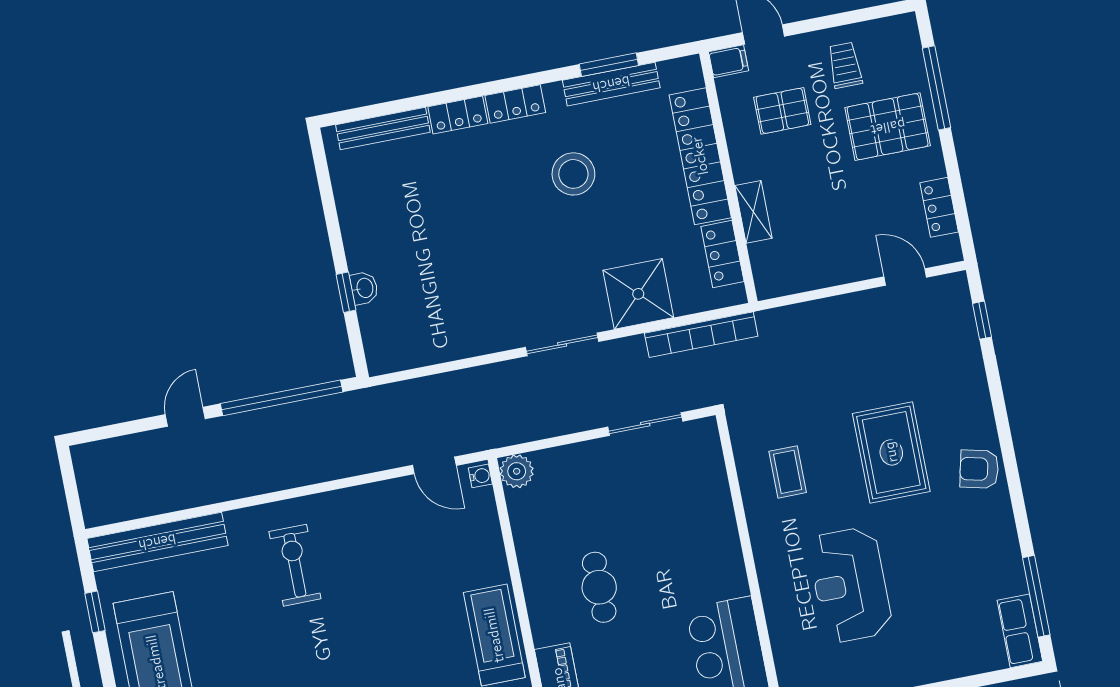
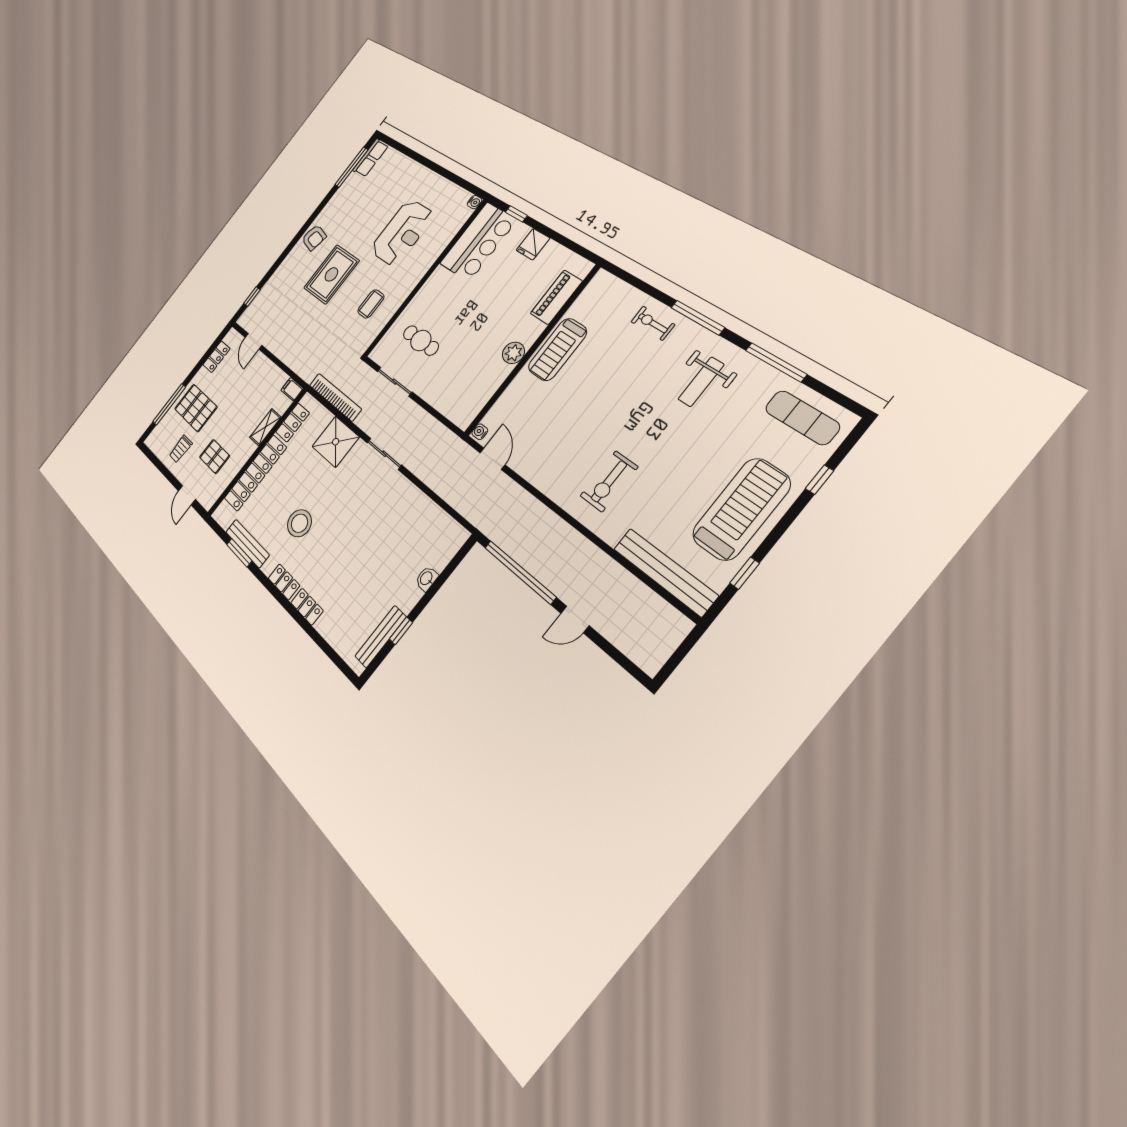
filing cabinet: (729, 61) -> (292, 389), moved
bench: (383, 129) -> (381, 637), moved, turned 90
window: (346, 292) -> (401, 631), moved
plant: (517, 471) -> (513, 353), moved
cafe table: (599, 587) -> (421, 340), moved, turned 90

